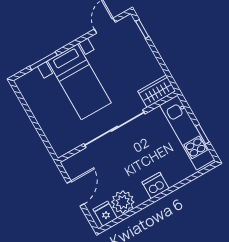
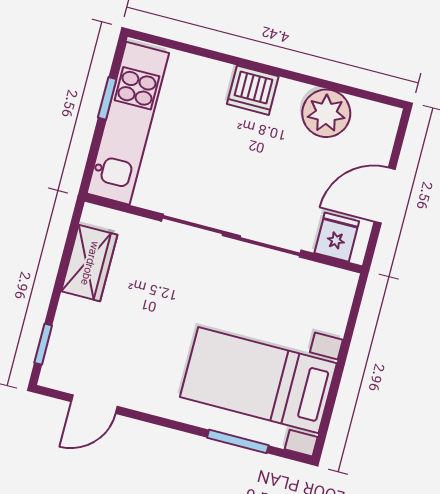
bed with nightstands: (79, 82) -> (258, 380), moved, turned -90
wardrobe: (157, 91) -> (89, 263), moved, turned -90
fridge: (105, 214) -> (337, 237), moved, turned 180

